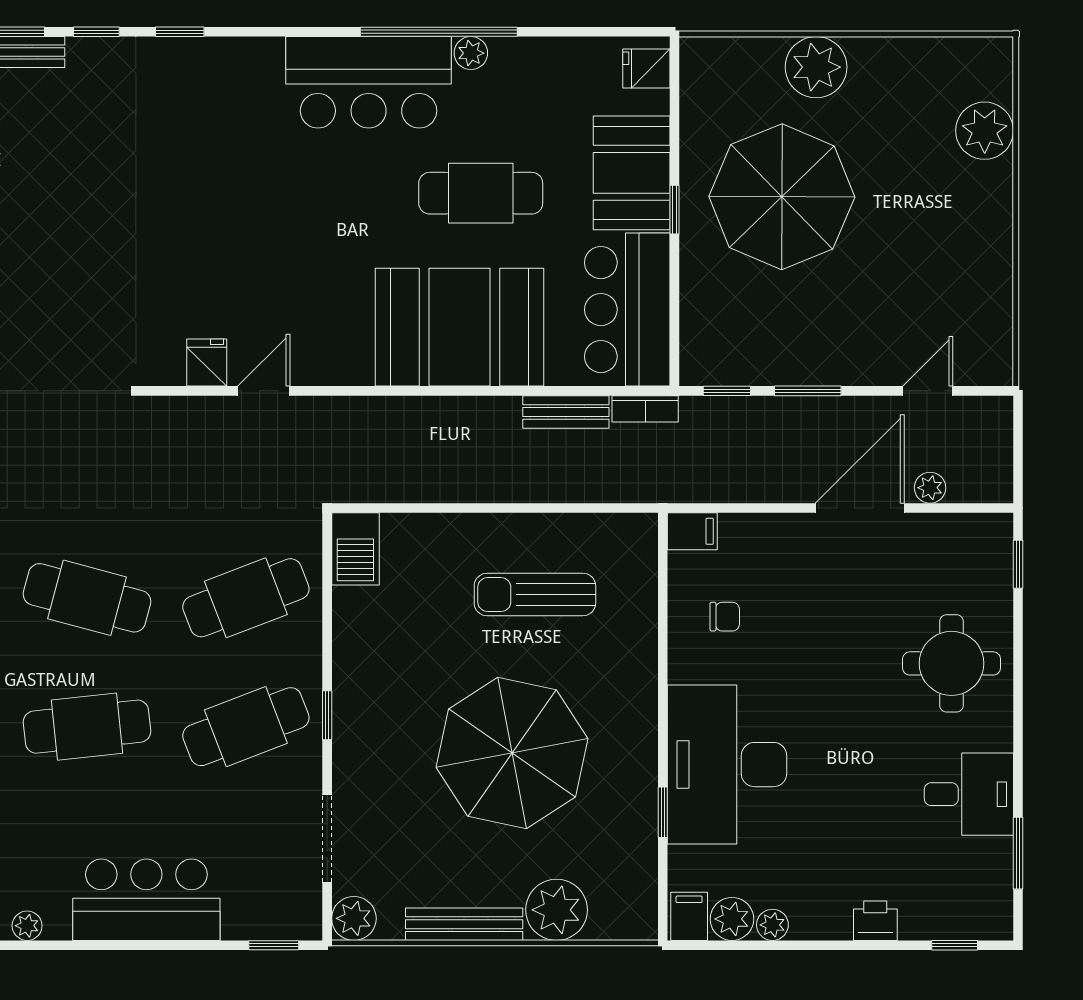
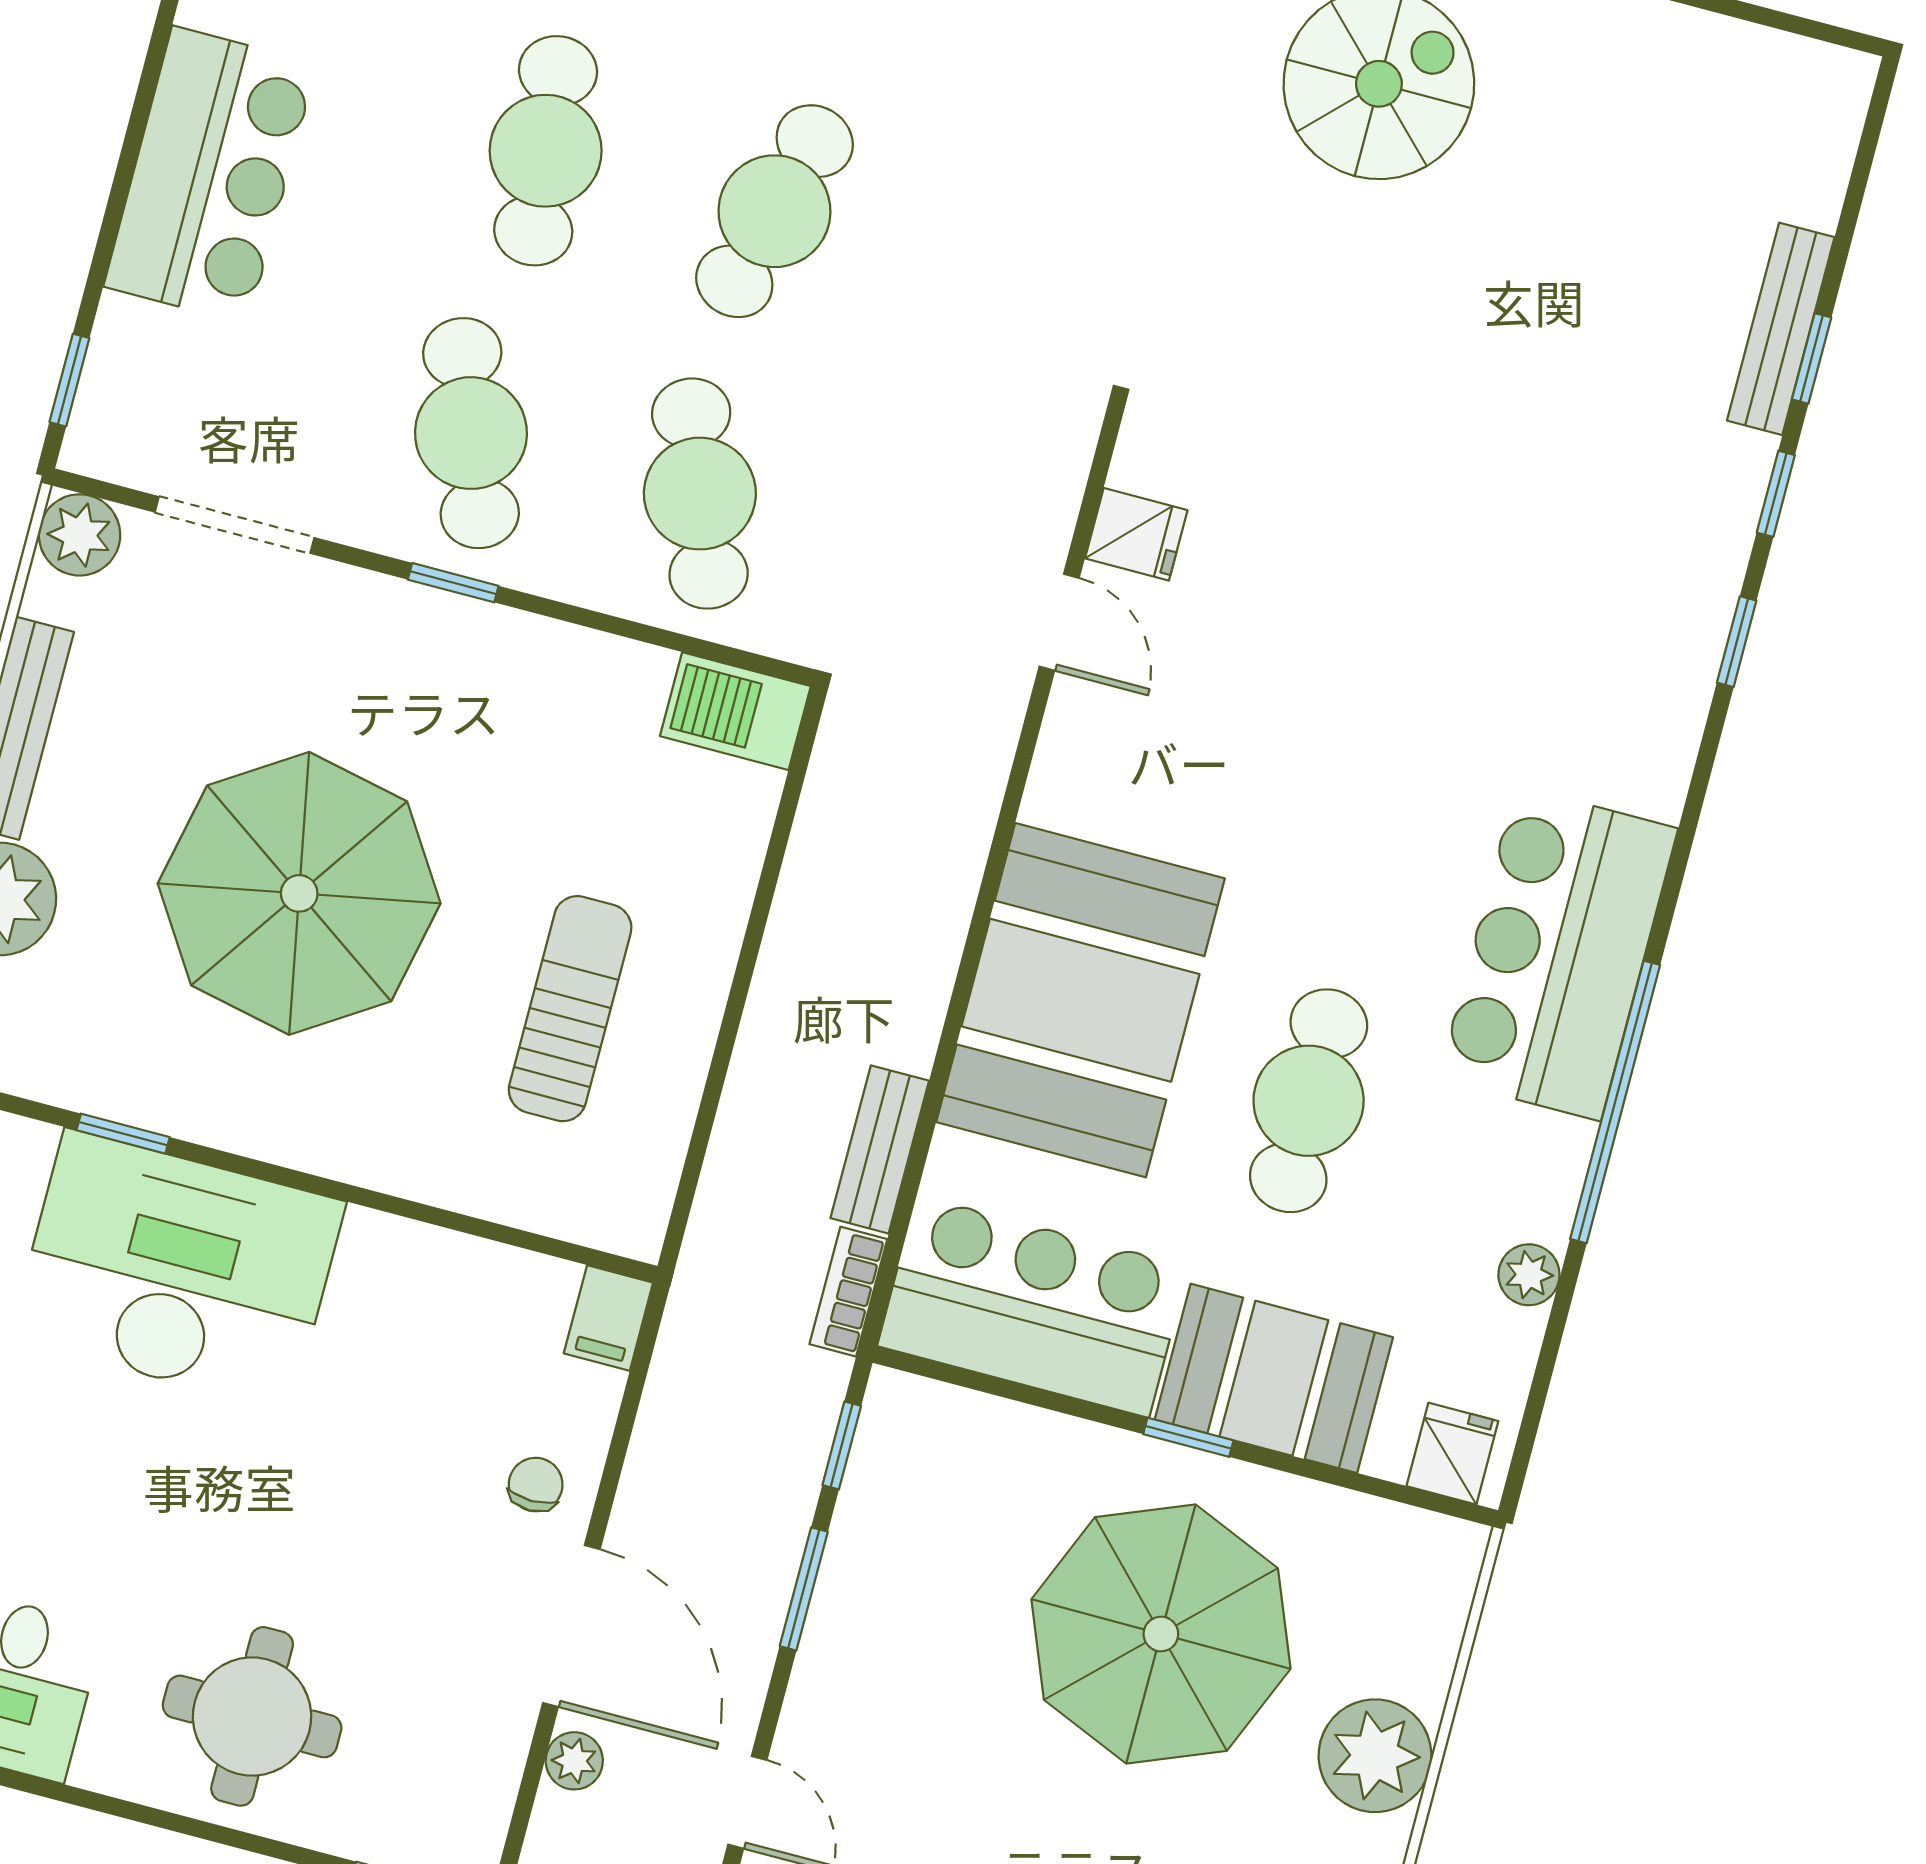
plant: (471, 53) -> (1529, 1275), moved
chair: (725, 617) -> (536, 1485), moved, turned 180

